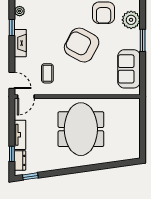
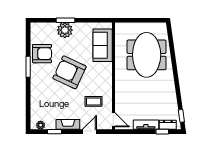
plant: (131, 20) -> (65, 30), moved
armchair: (82, 45) -> (69, 72), turned 87
sofa: (129, 69) -> (103, 45), moved, turned 90
door: (12, 80) -> (89, 132), moved
meeting table: (81, 129) -> (147, 55), moved, turned 90

